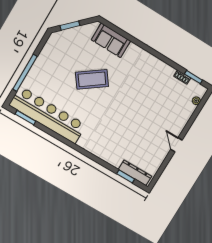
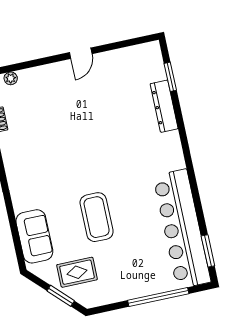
rug: (74, 45) -> (77, 272), added
coffee table: (92, 79) -> (97, 217), turned 36
dresser: (135, 173) -> (164, 106), moved

